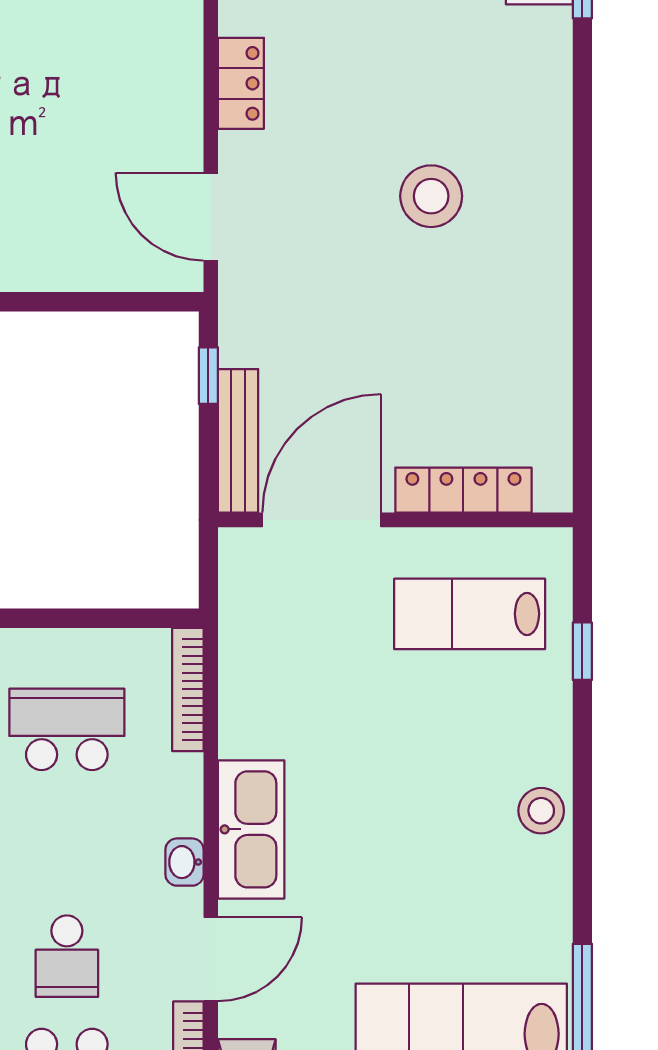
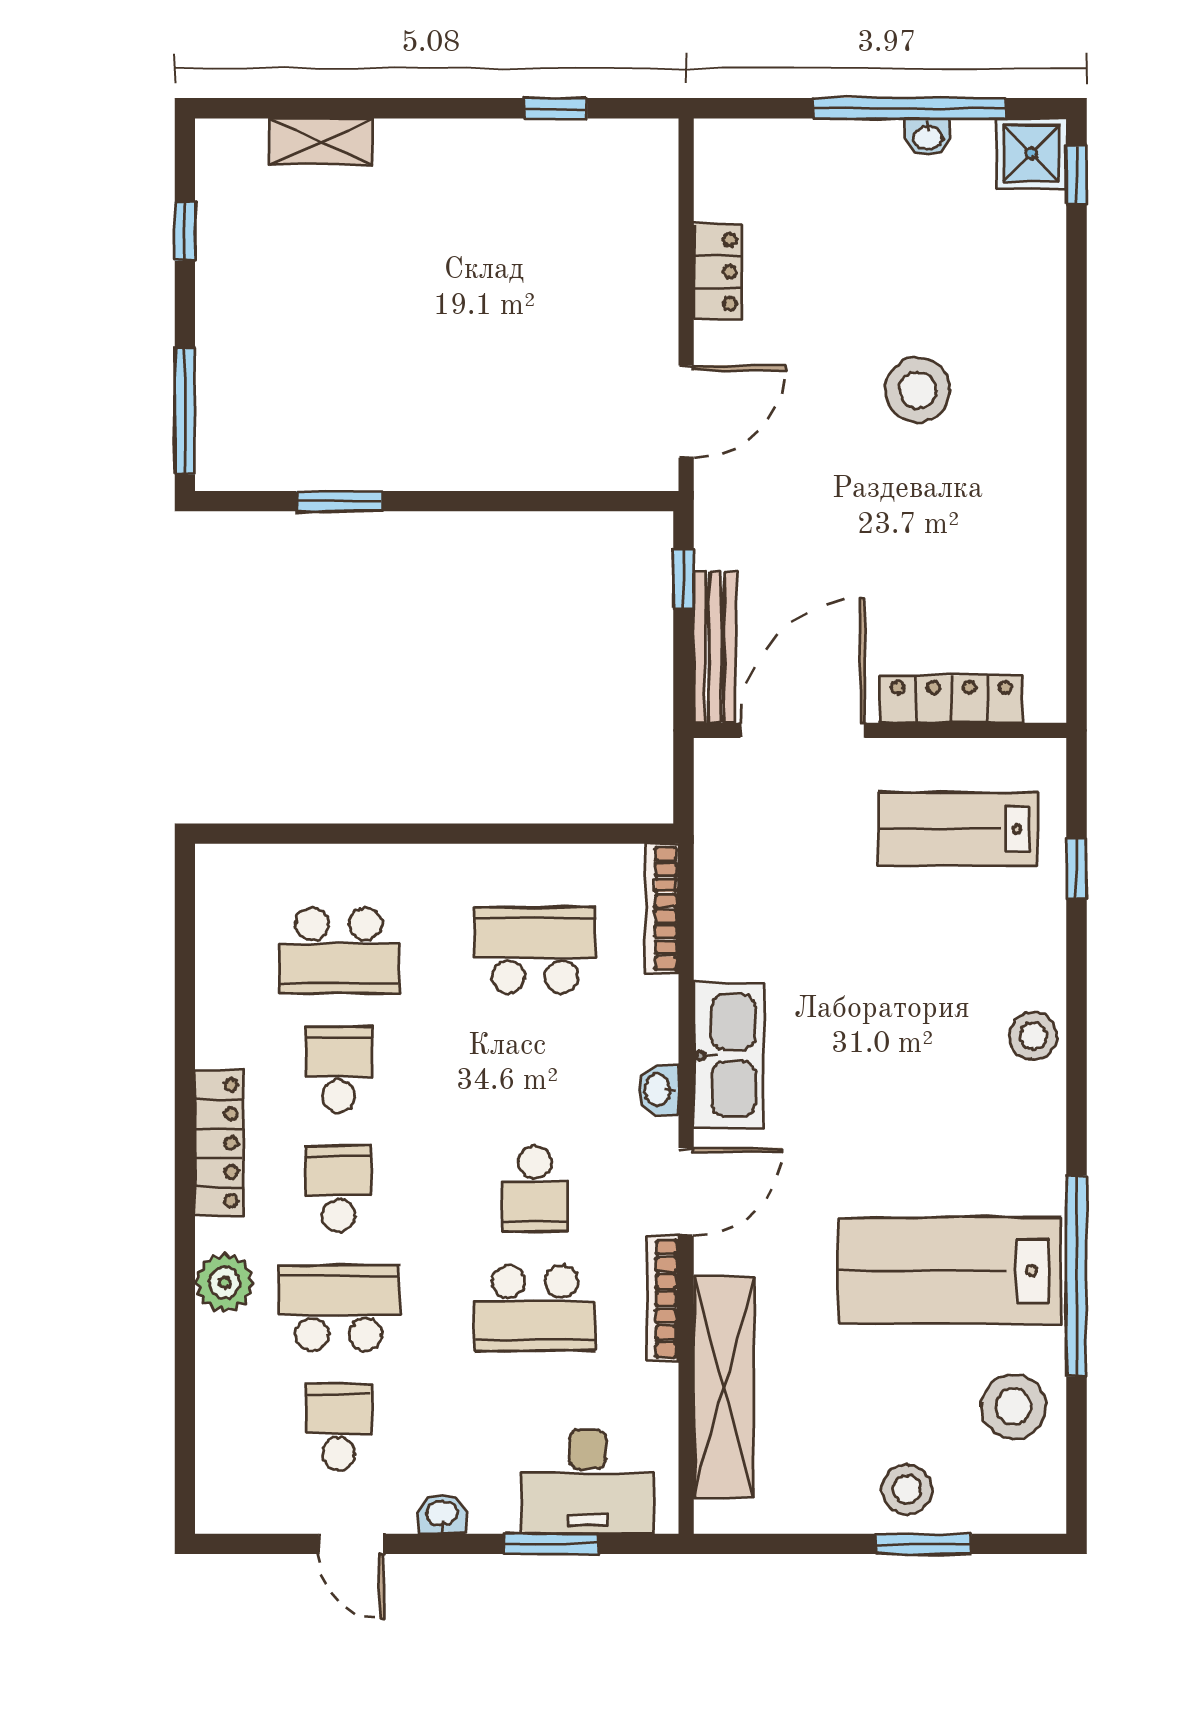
door: (211, 217) -> (686, 412), swing flipped

